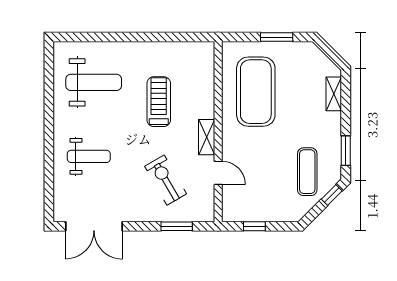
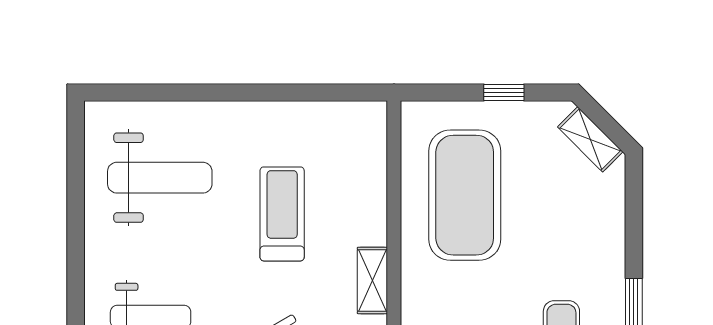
window: (277, 37) -> (504, 92), width x0.67
shelving: (334, 94) -> (590, 139), moved, turned -45

